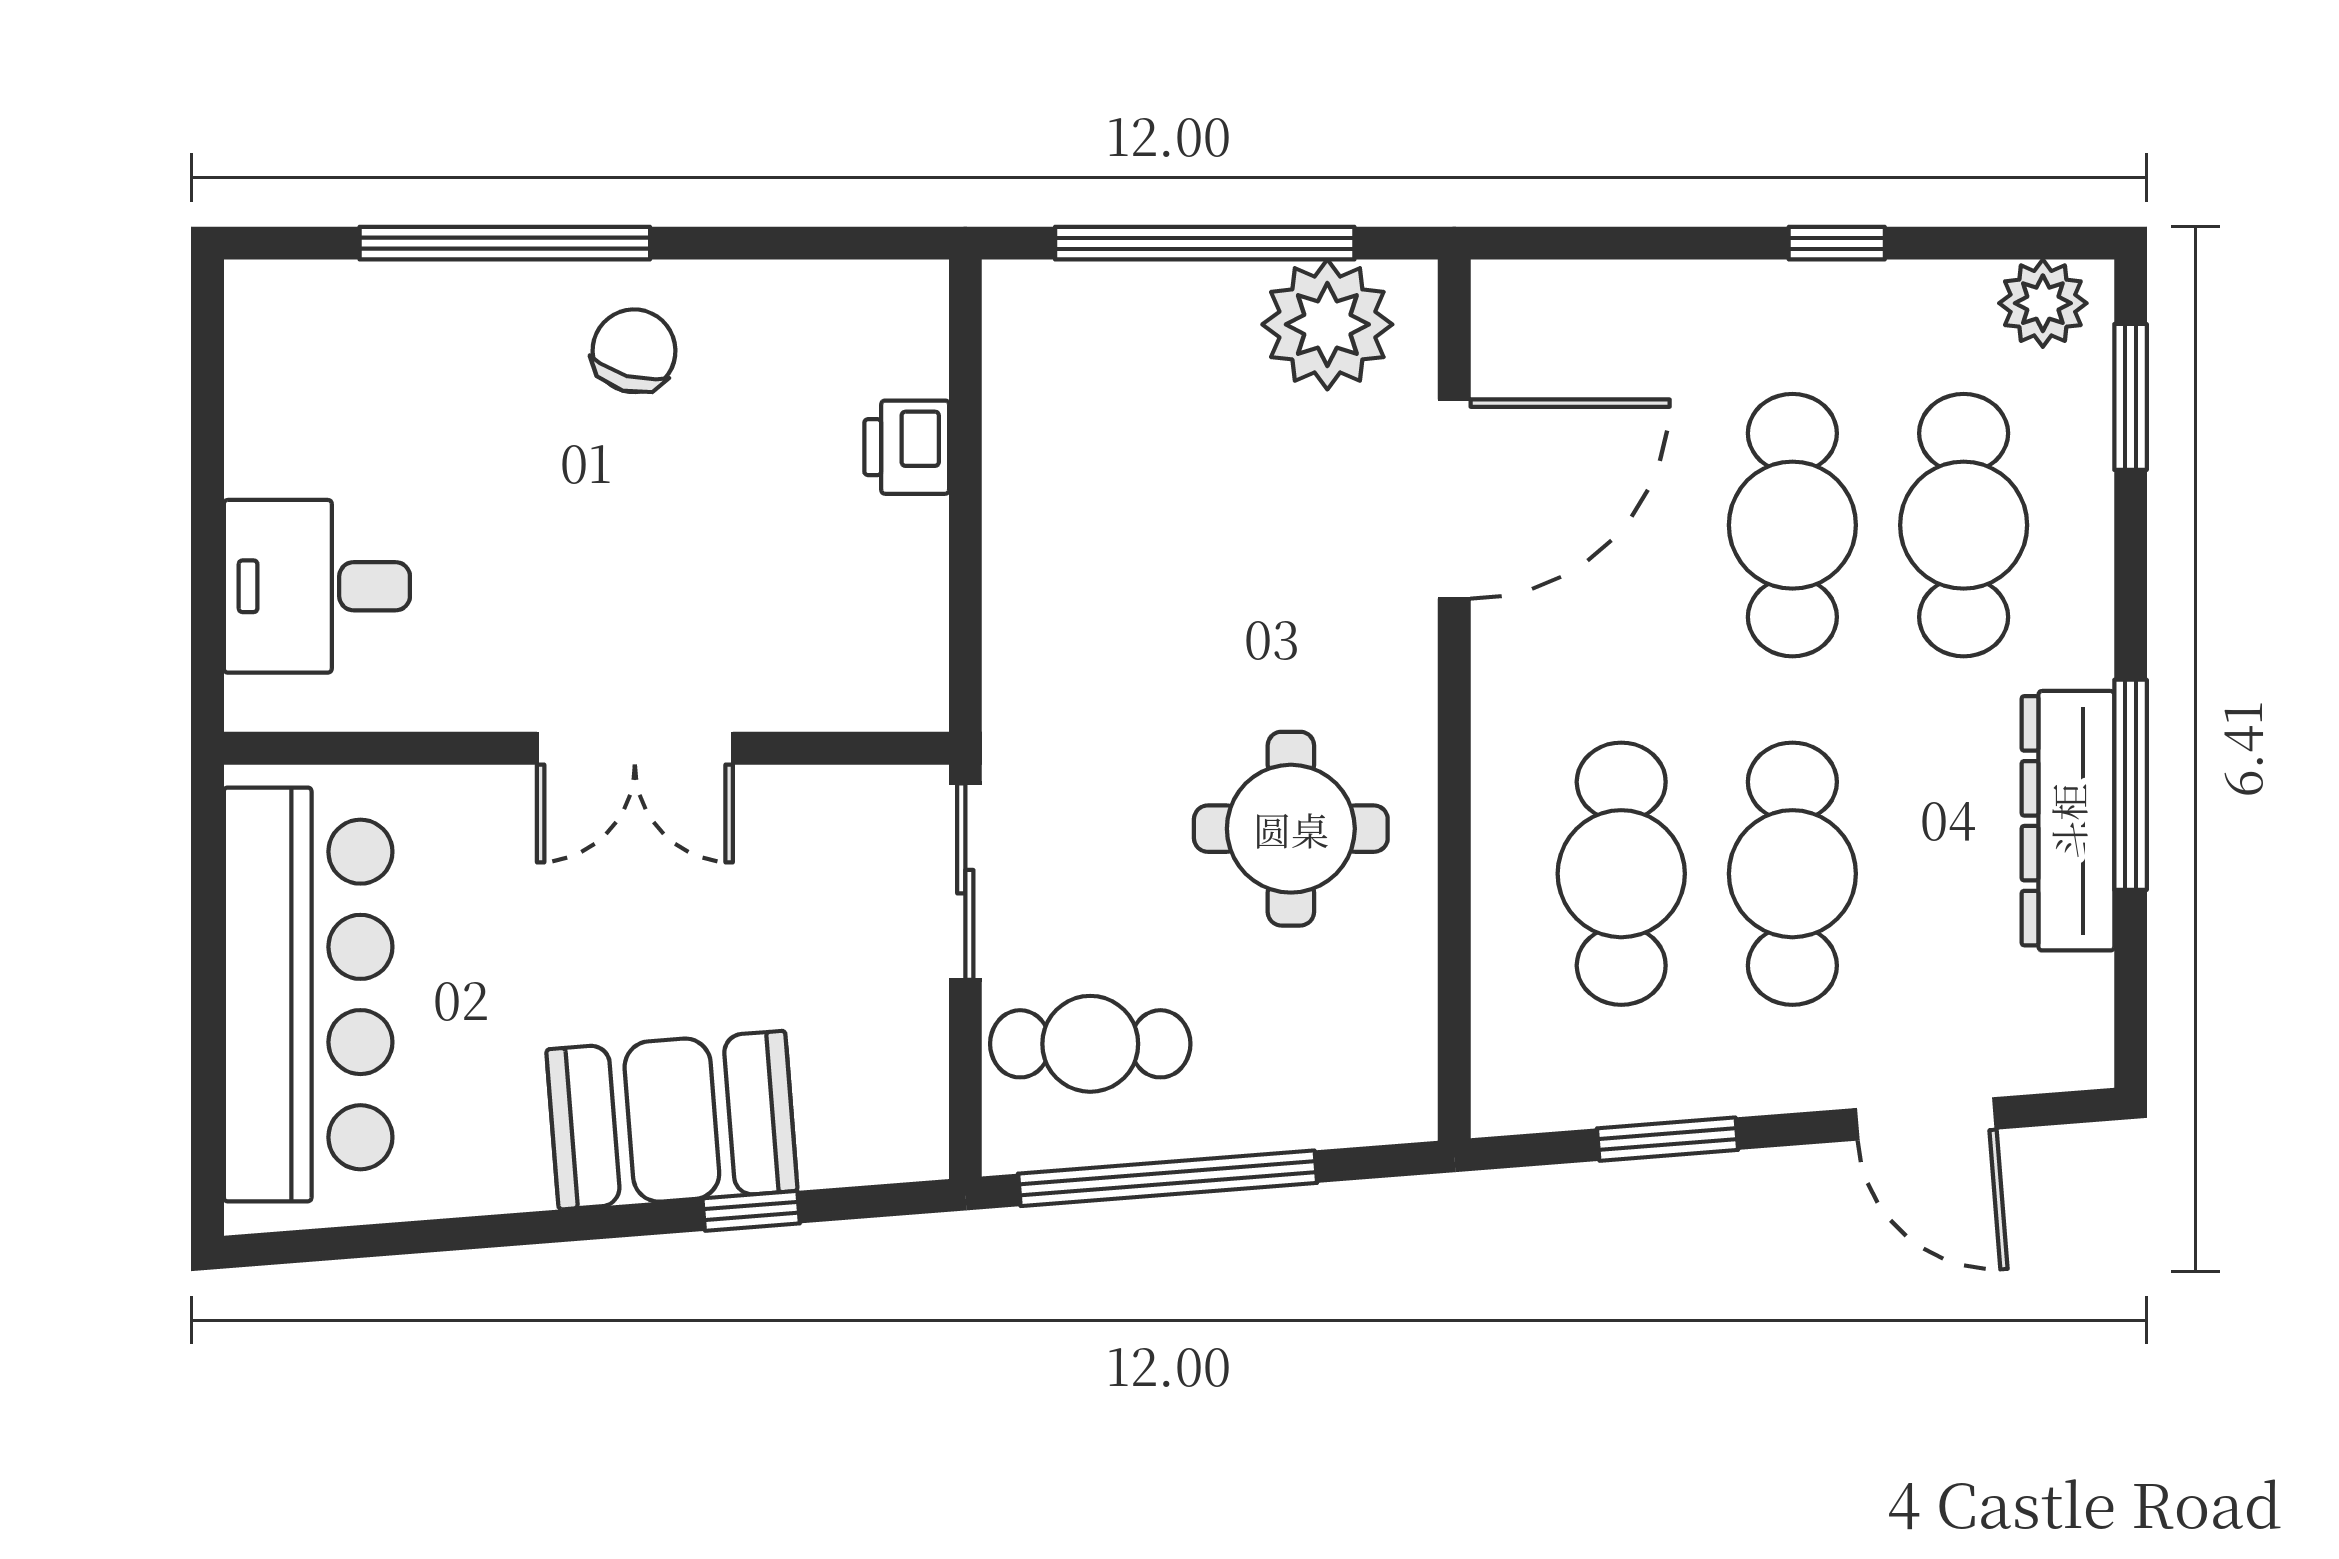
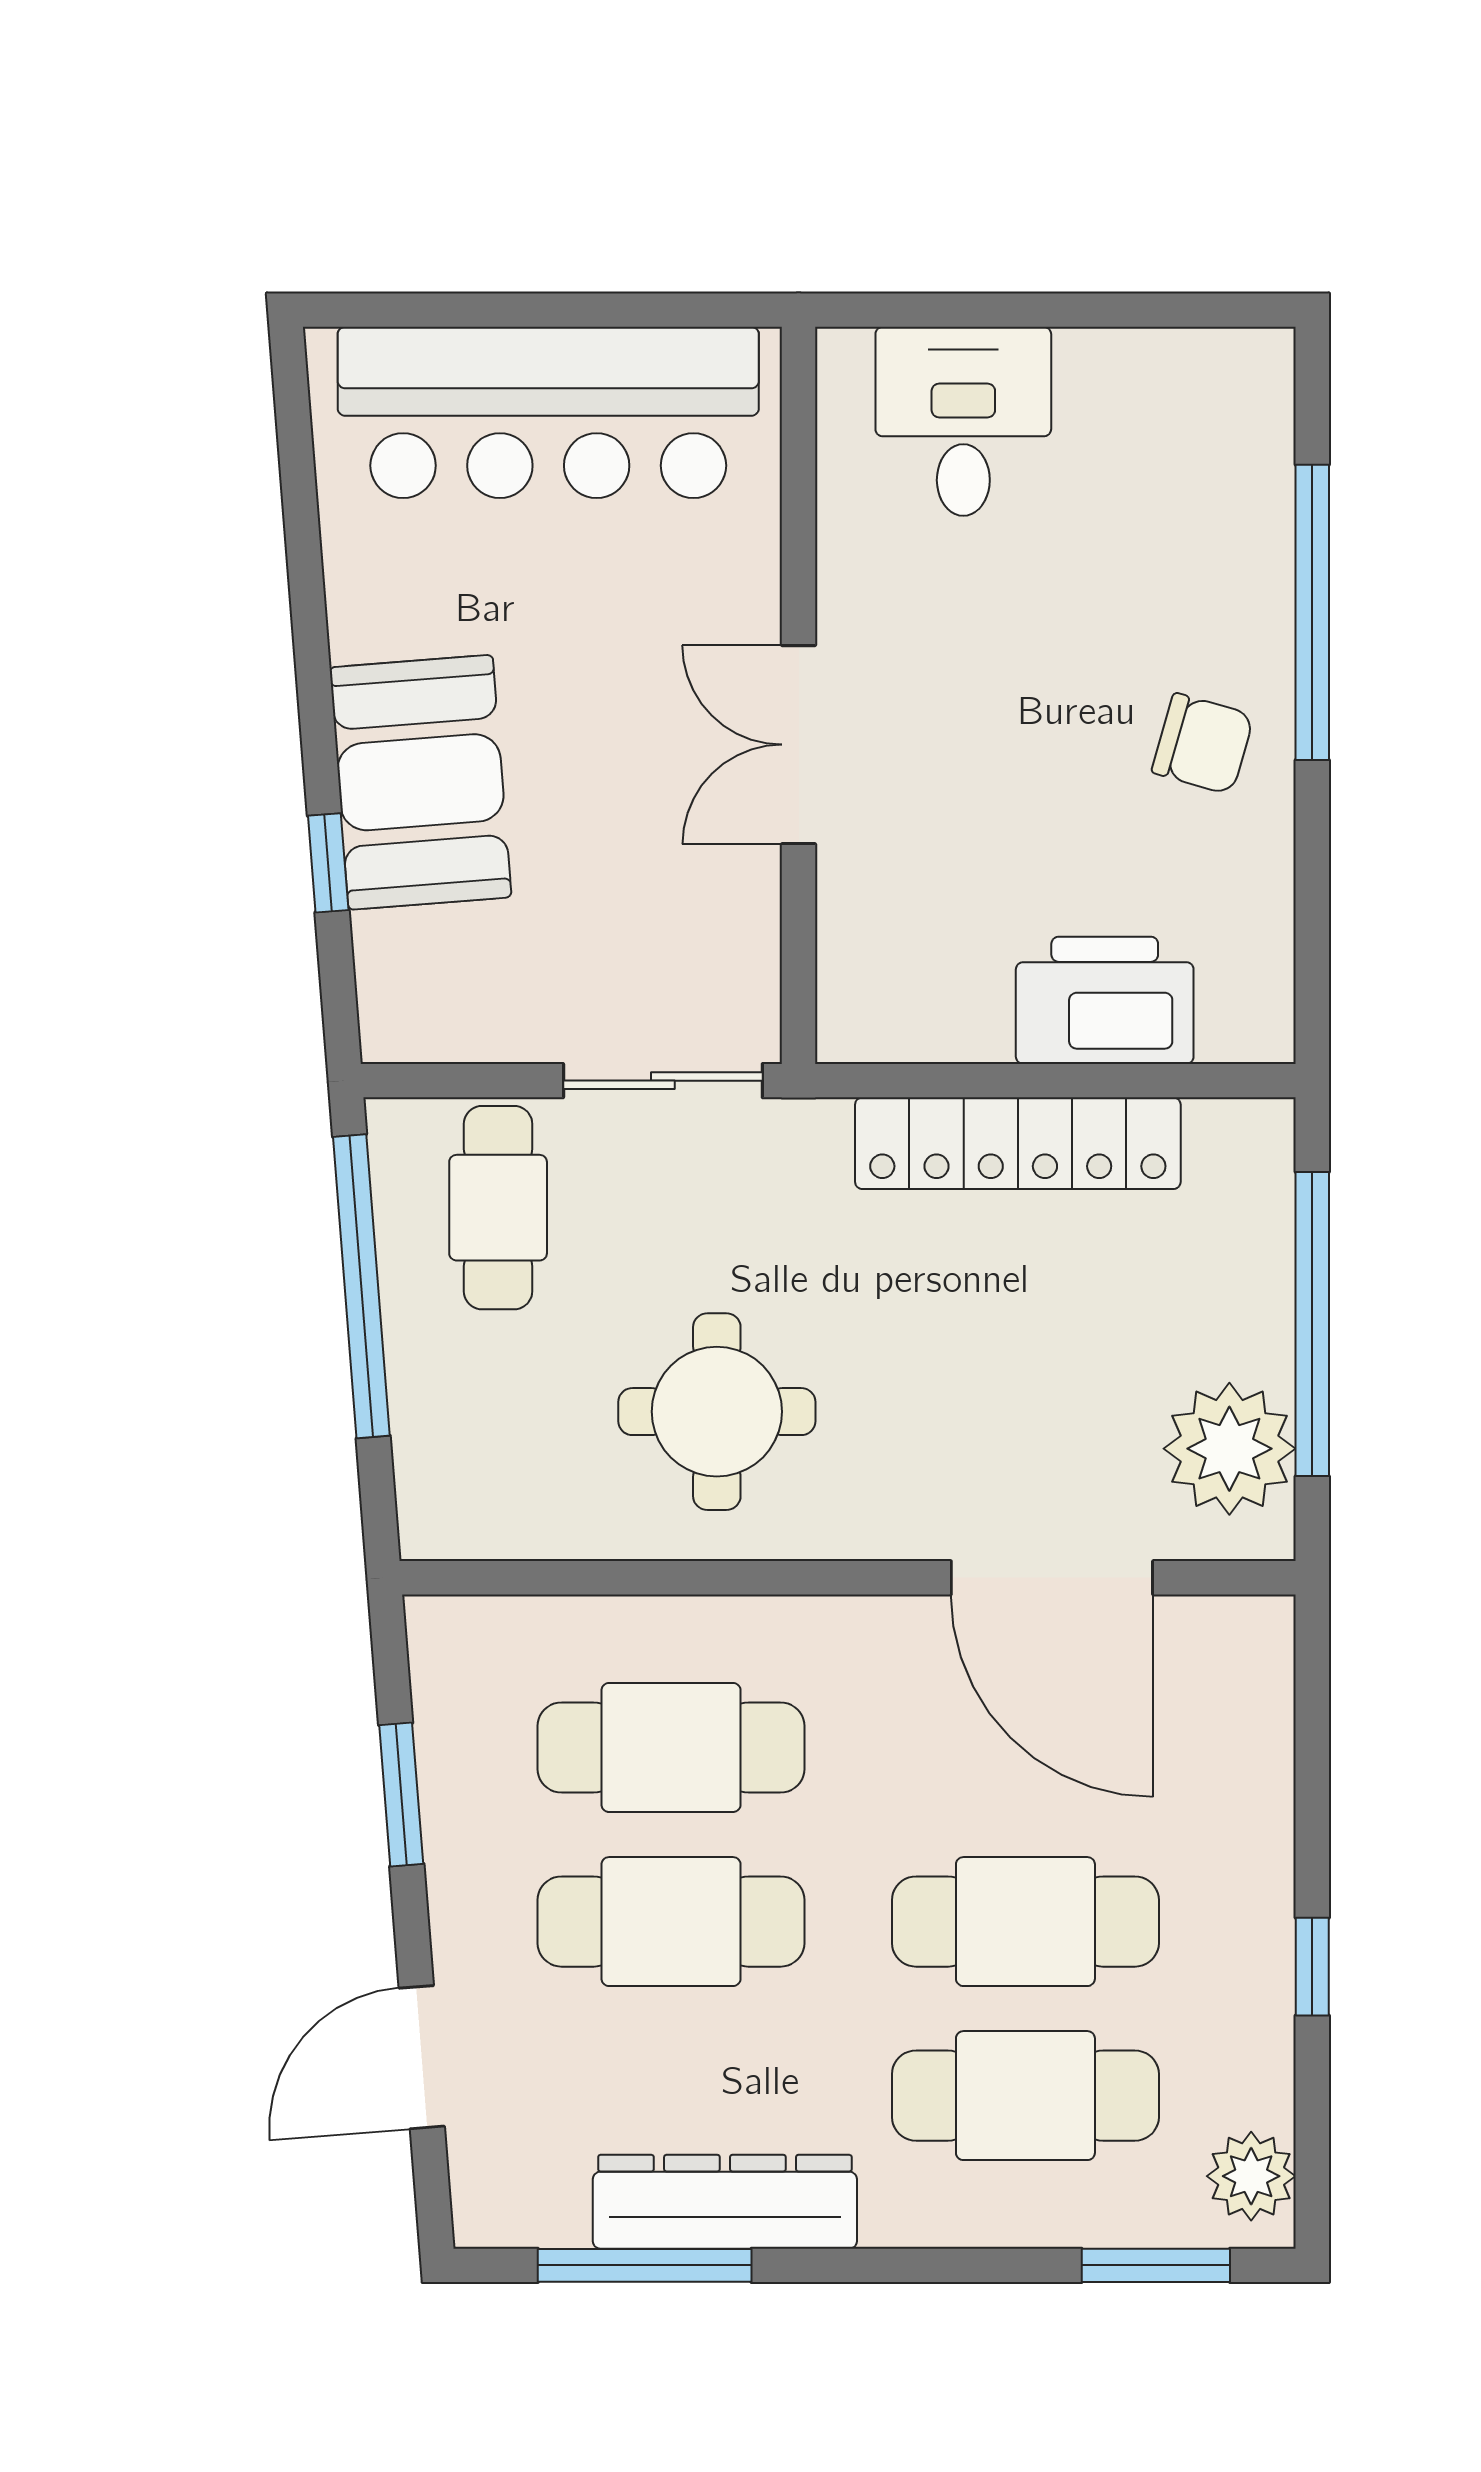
printer: (907, 447) -> (1105, 1000), width x1.87, depth x1.48
locker: (1027, 533) -> (1018, 1143), added
window: (2131, 785) -> (645, 2265), moved

